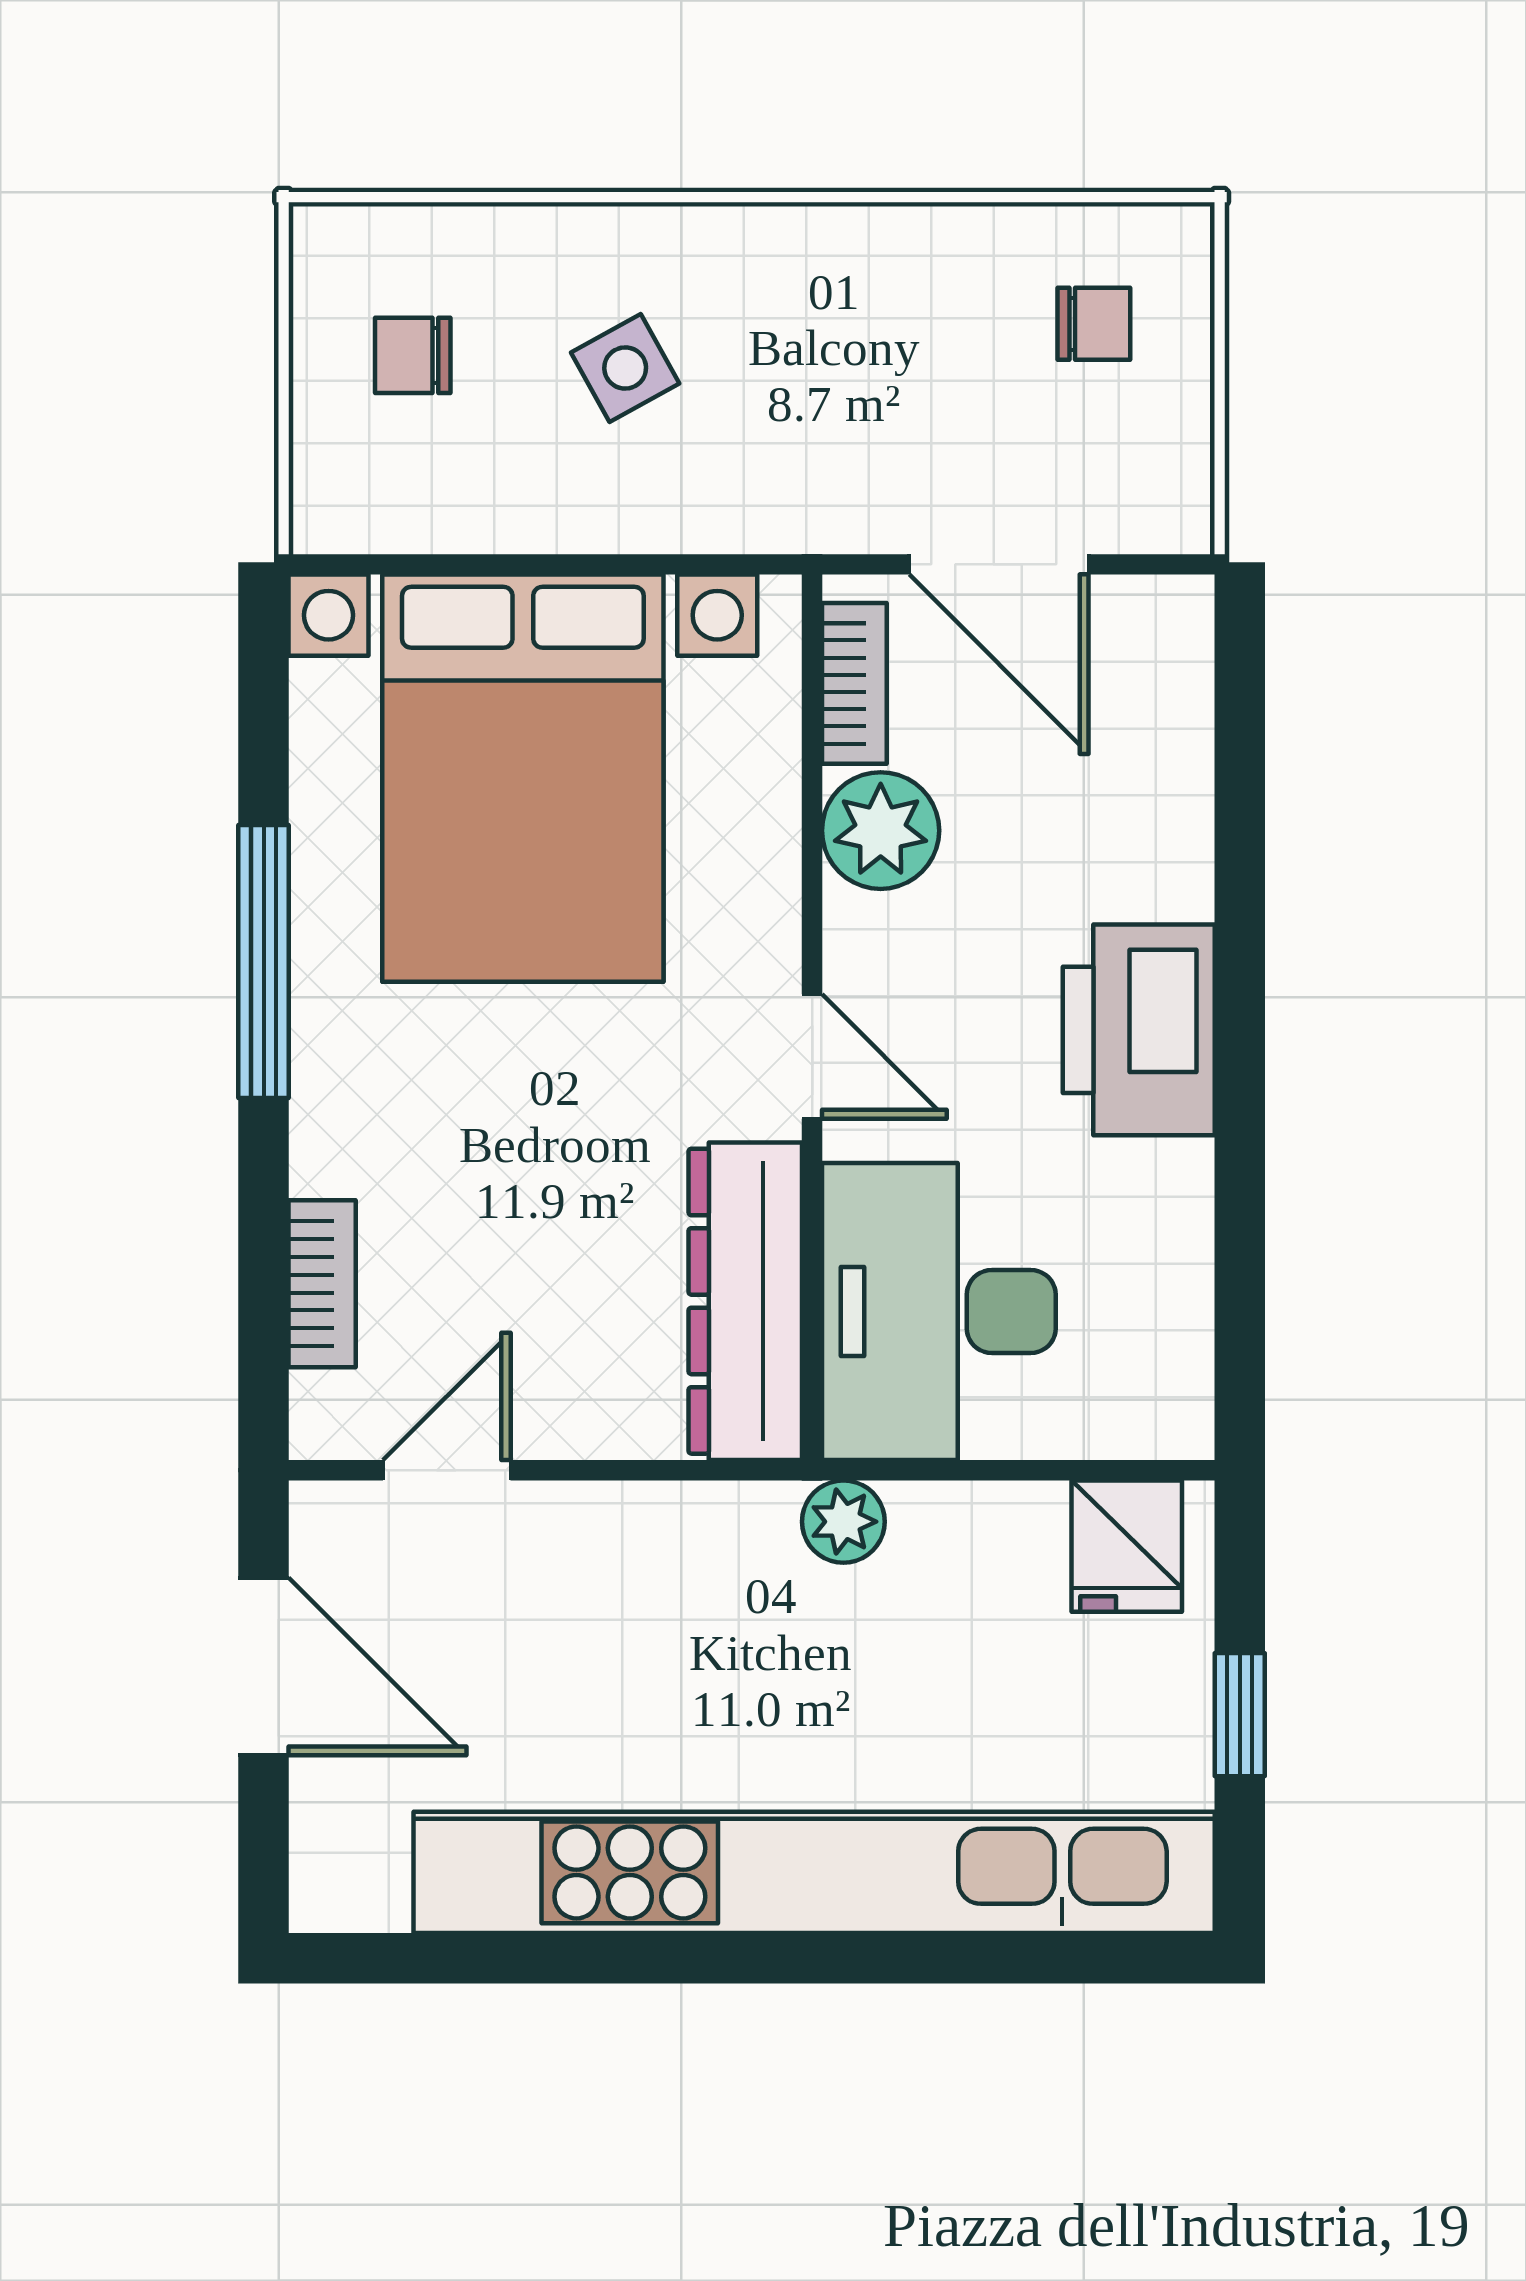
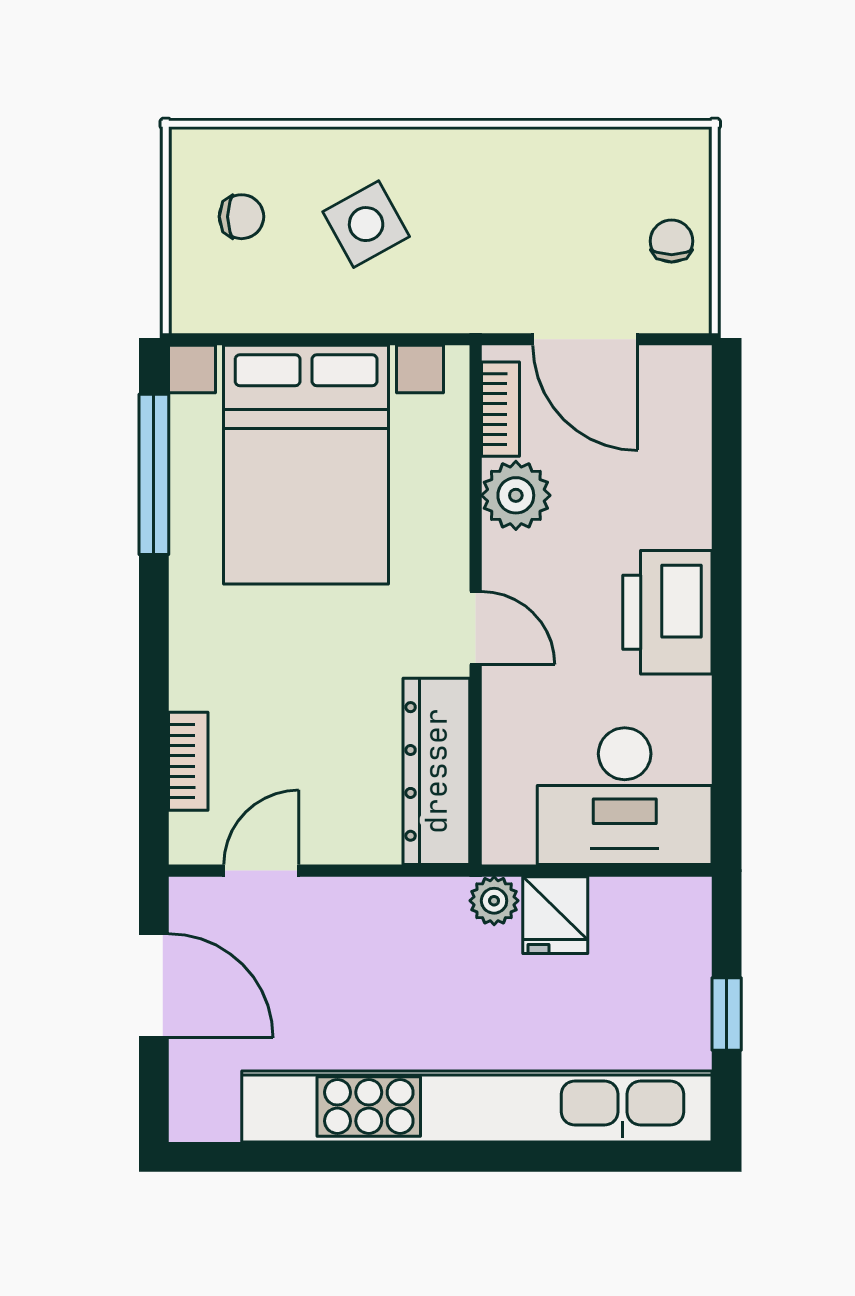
chair: (1094, 324) -> (672, 241), moved, turned -90
chair: (413, 355) -> (241, 217), turned 180
side table: (625, 368) -> (366, 224), width x1.37, depth x1.37
window: (264, 962) -> (154, 474), moved
desk: (939, 1312) -> (625, 796), moved, turned -90
fridge: (1127, 1546) -> (555, 915), moved

